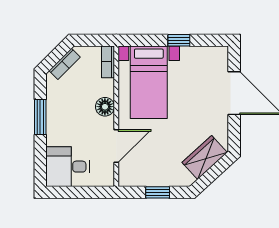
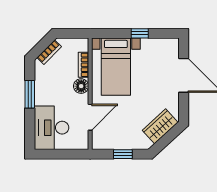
bookcase: (108, 62) -> (84, 65), moved
desk: (68, 167) -> (51, 128), width x1.37

